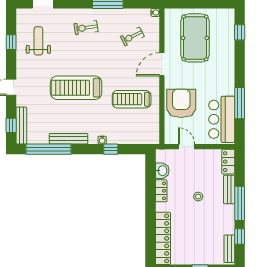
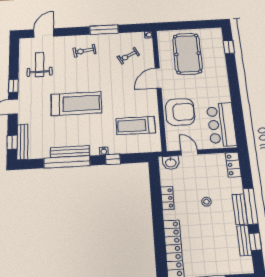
window: (11, 42) -> (13, 86), moved
treadmill: (76, 88) -> (76, 104), turned 180
treadmill: (132, 99) -> (136, 126), moved
armchair: (181, 103) -> (180, 112), turned 90
window: (240, 103) -> (237, 109), removed
window: (49, 149) -> (67, 162), moved
washbasin: (162, 171) -> (171, 163), moved, turned 90
bench: (229, 190) -> (240, 209), moved
bench: (229, 249) -> (244, 240), moved

